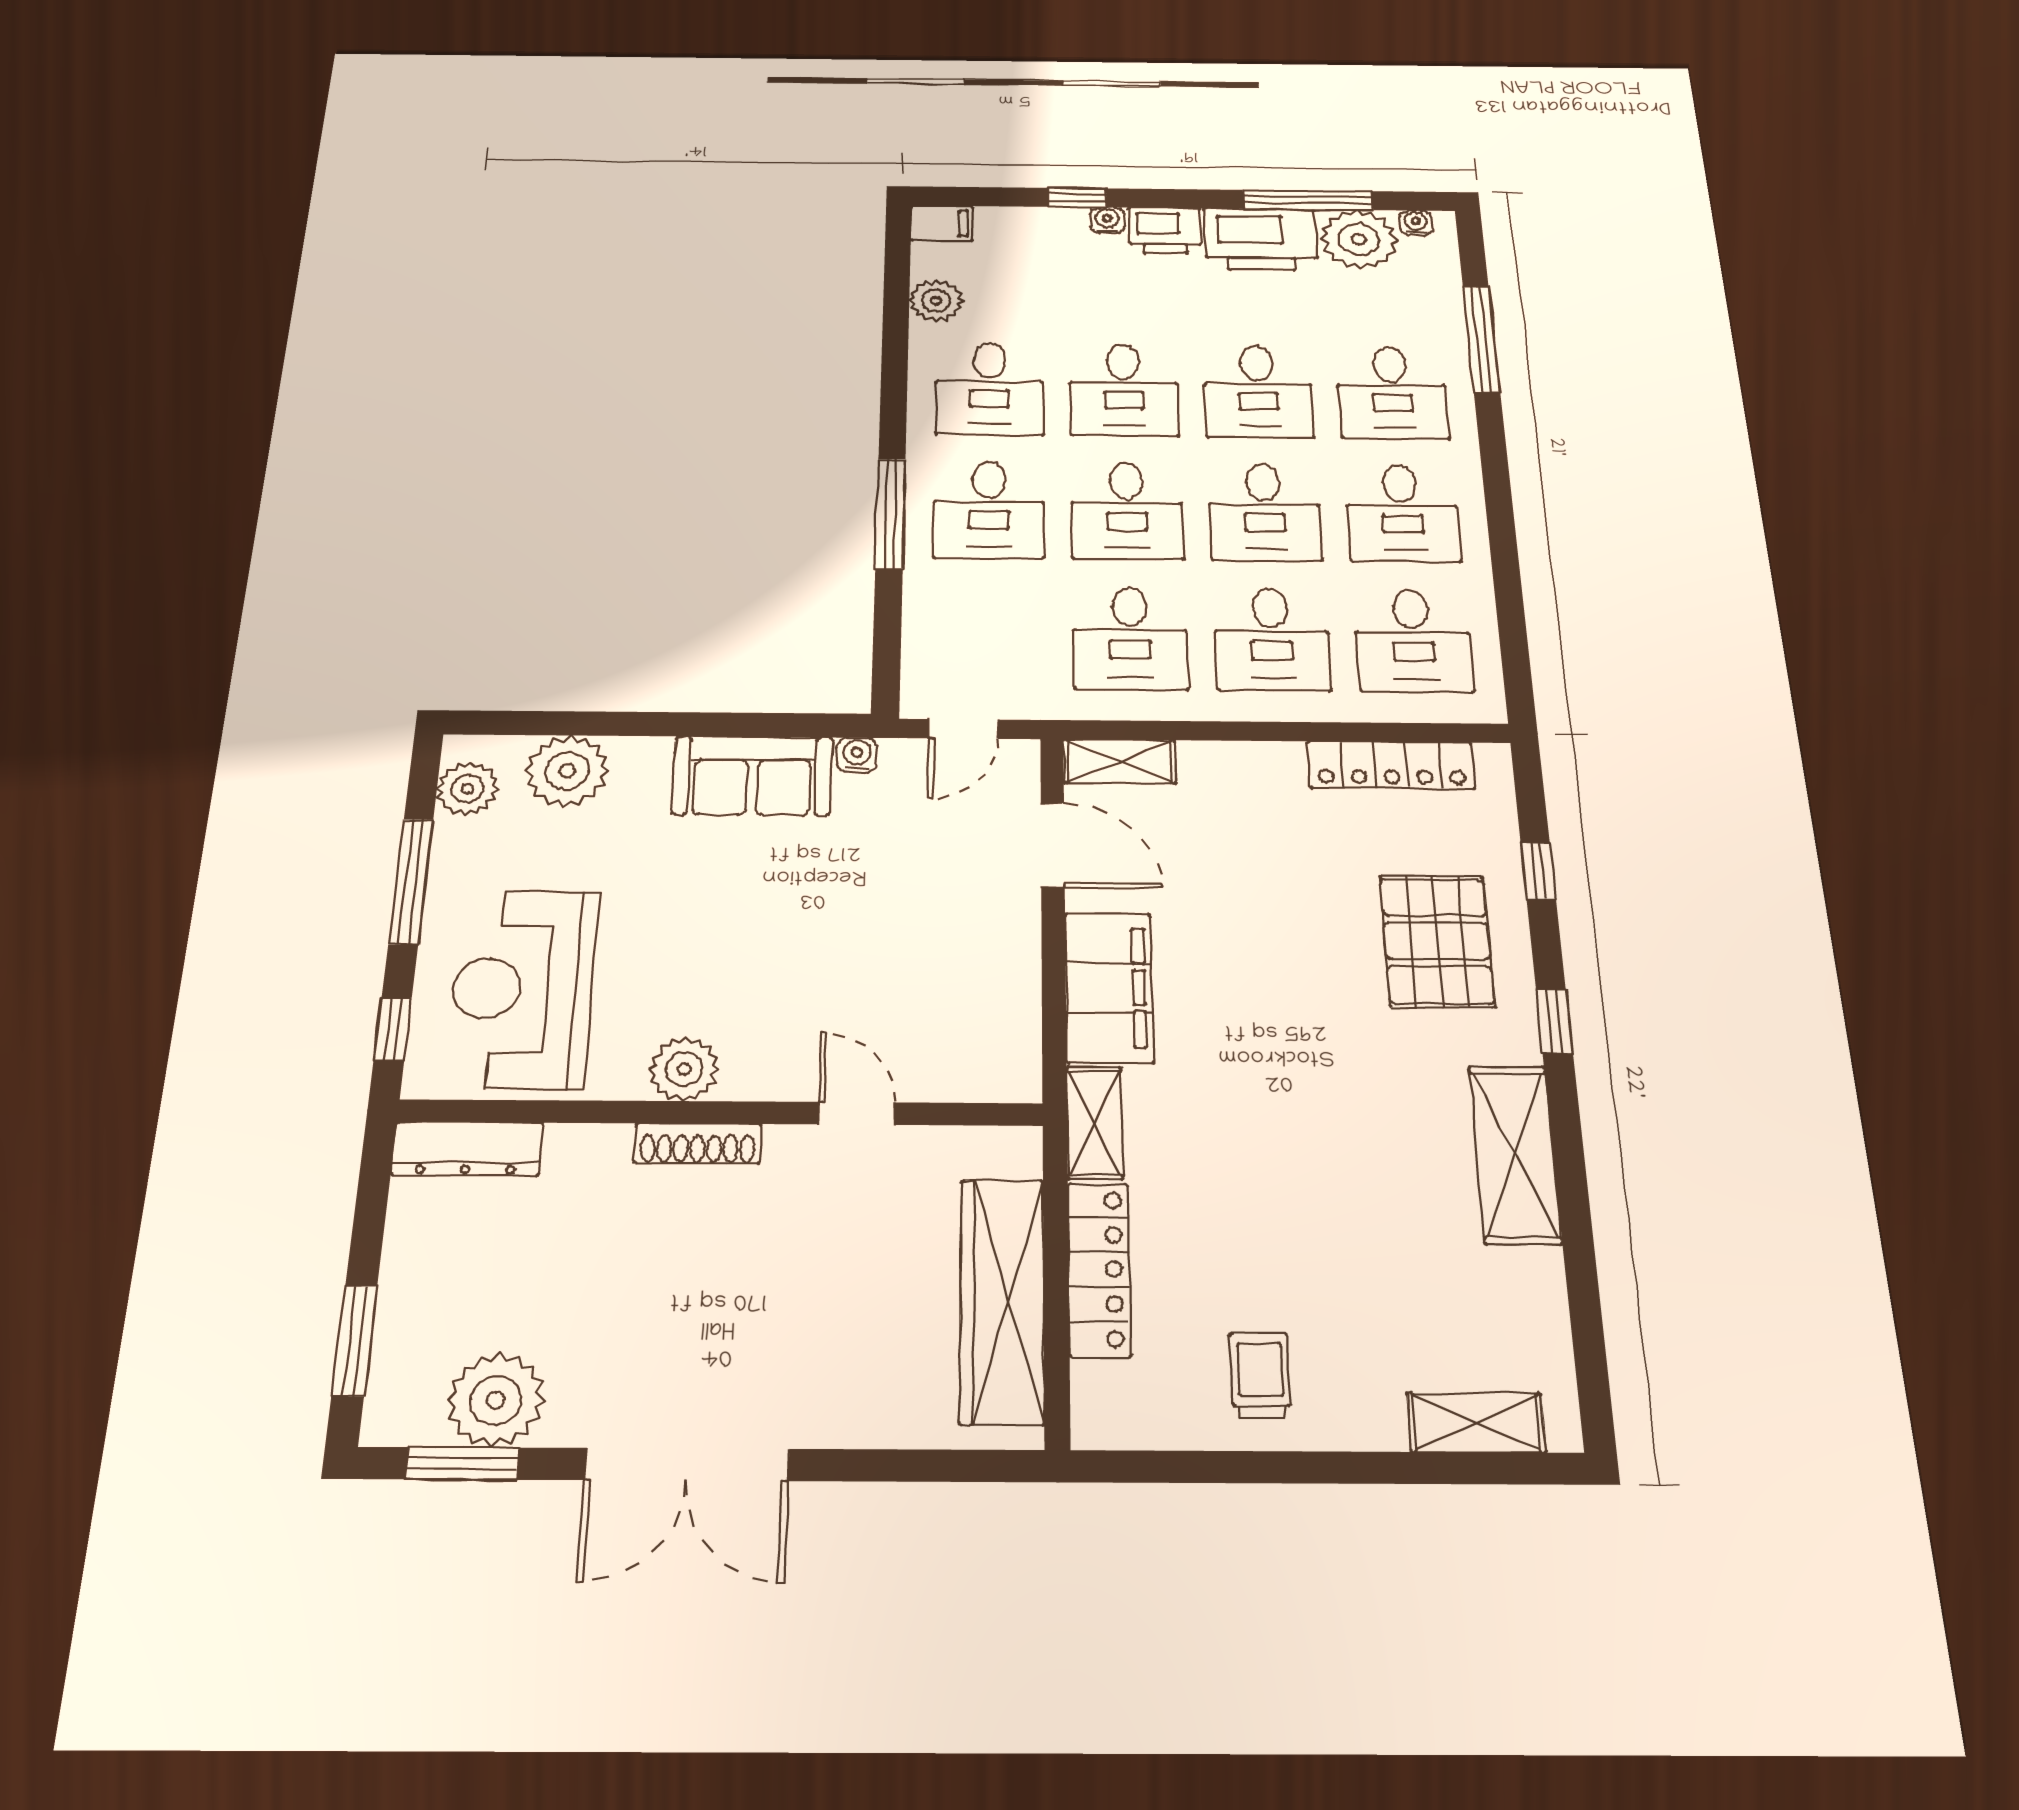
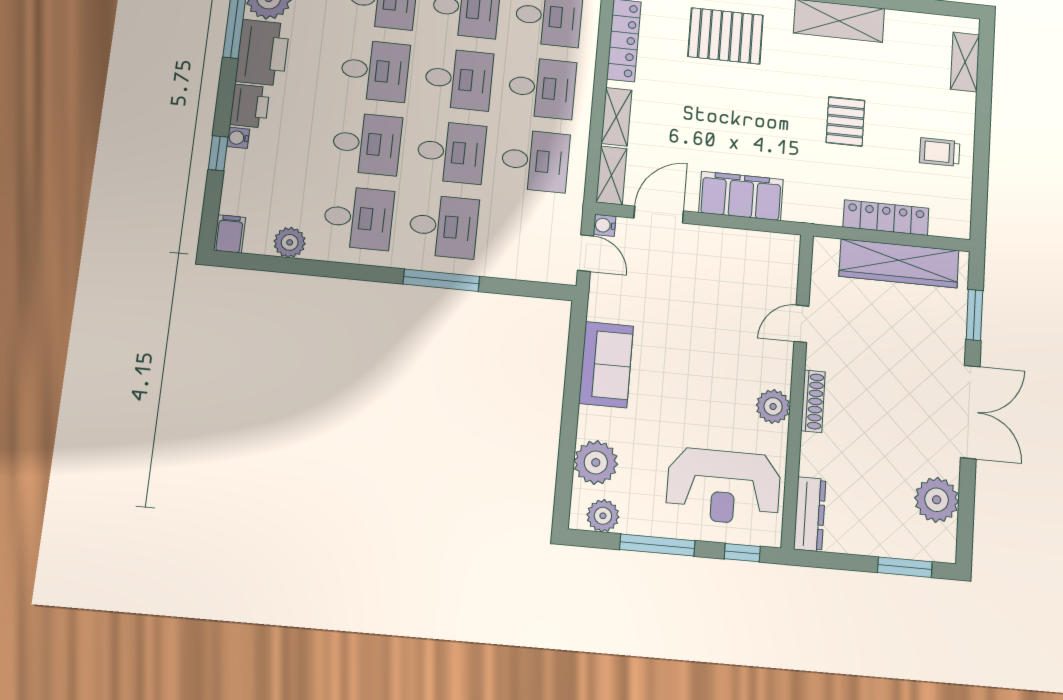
water cooler: (857, 755) -> (605, 225), moved
shelving: (1094, 1123) -> (616, 117), moved, turned 90
pallet: (1297, 1178) -> (845, 121), added
window: (463, 1463) -> (974, 315), moved

